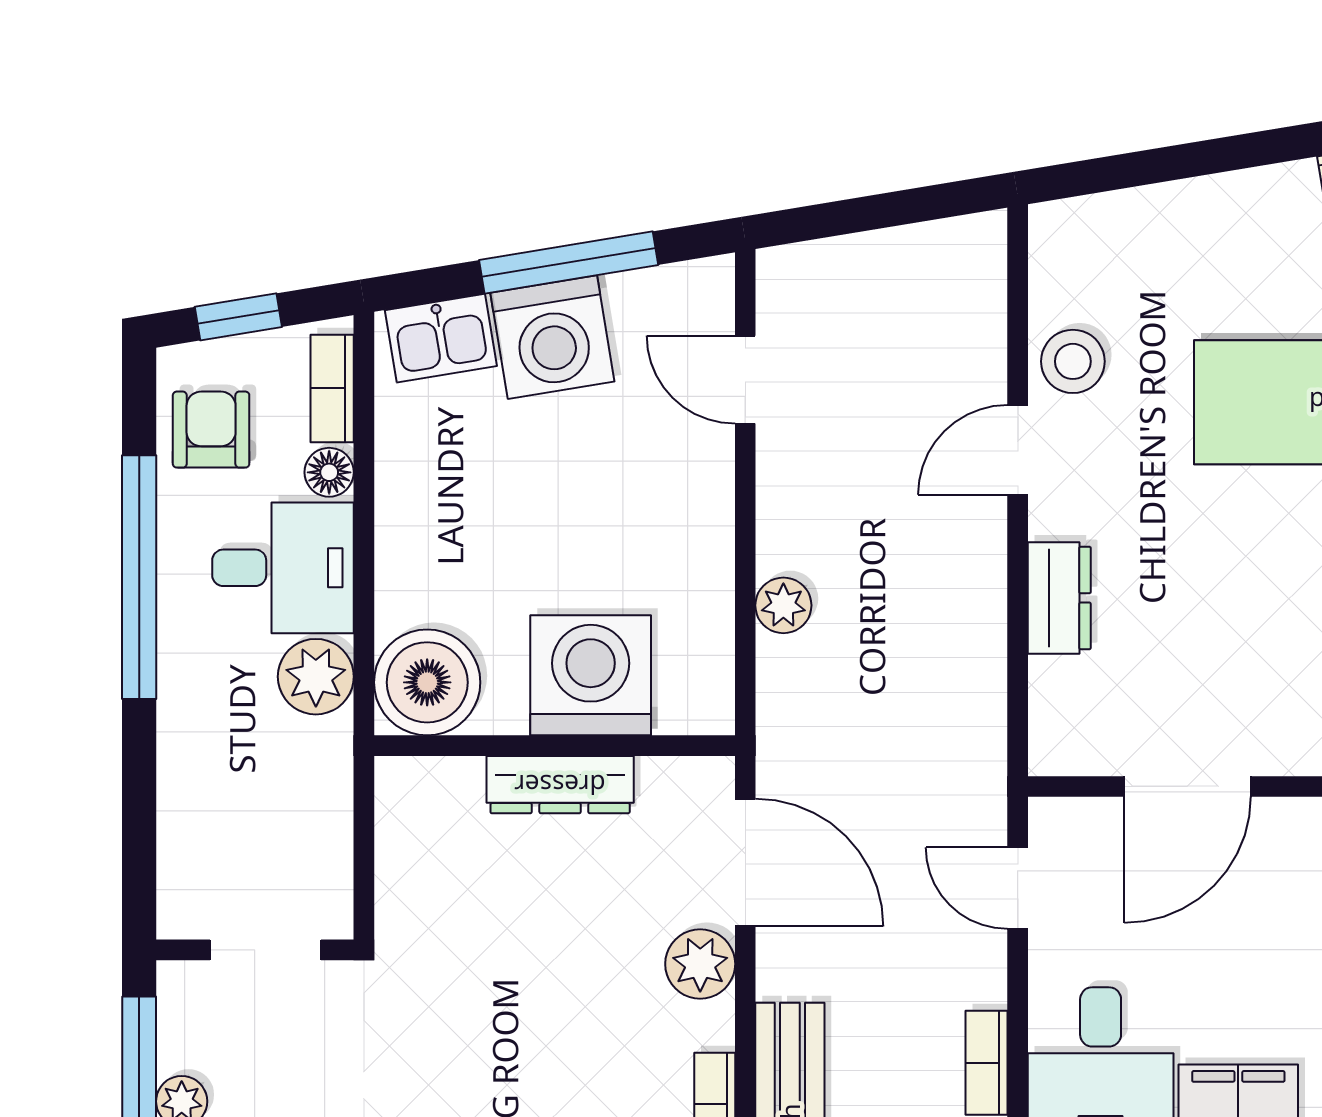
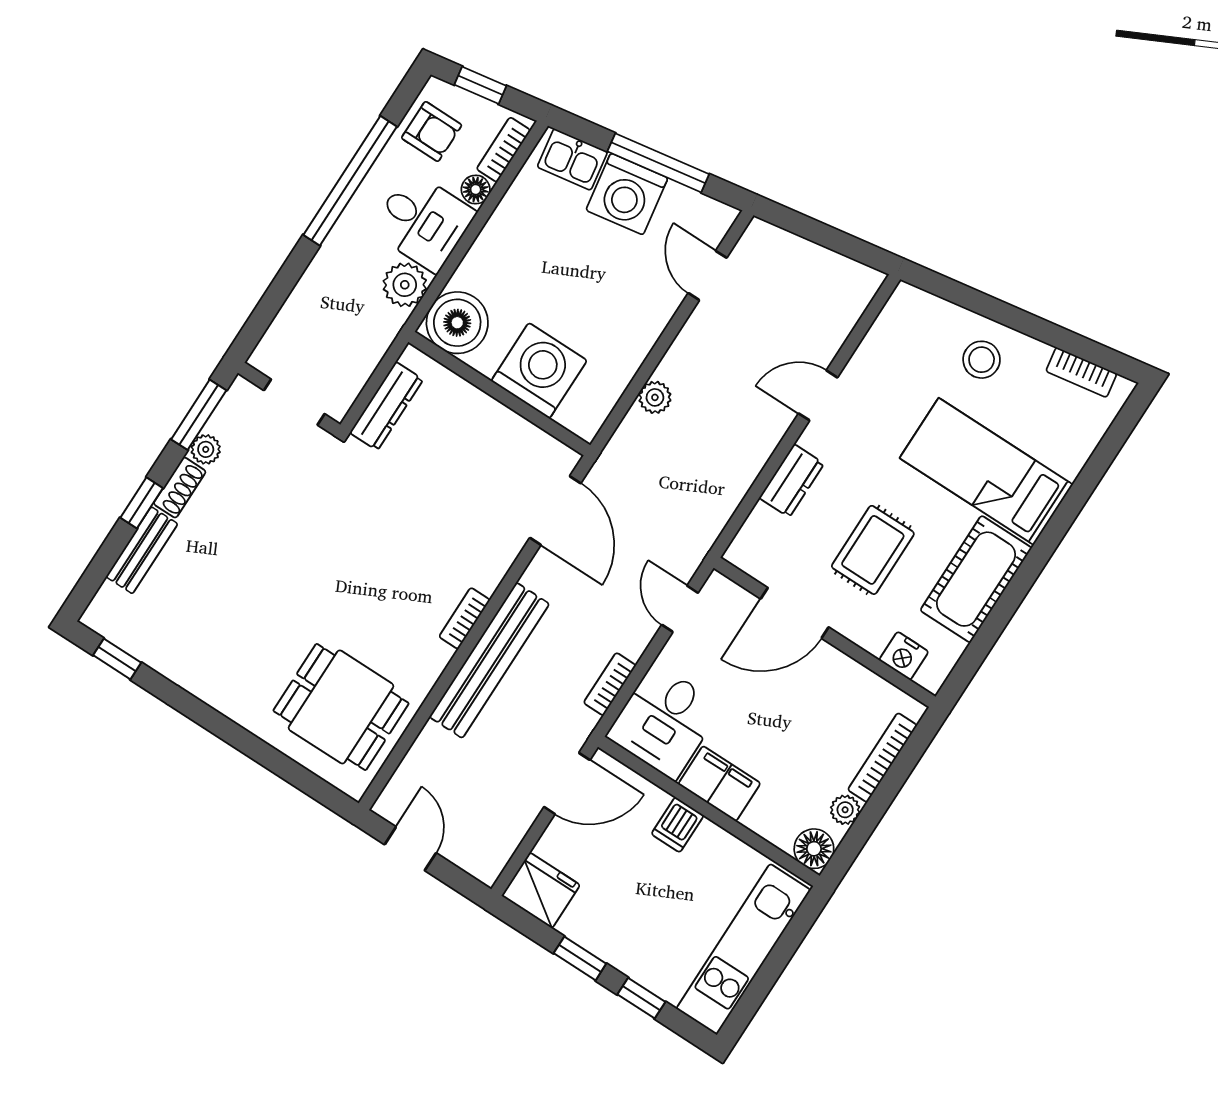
stool: (1073, 361) -> (982, 360), moved
armchair: (211, 430) -> (432, 132), turned 90
rug: (1242, 622) -> (873, 550), added
dresser: (560, 785) -> (386, 406), moved, turned -90
plant: (700, 964) -> (501, 546), removed

